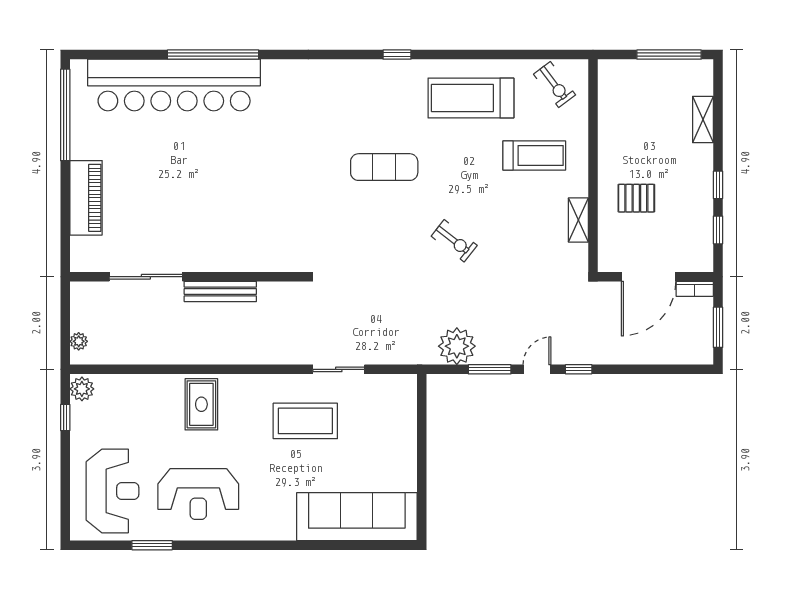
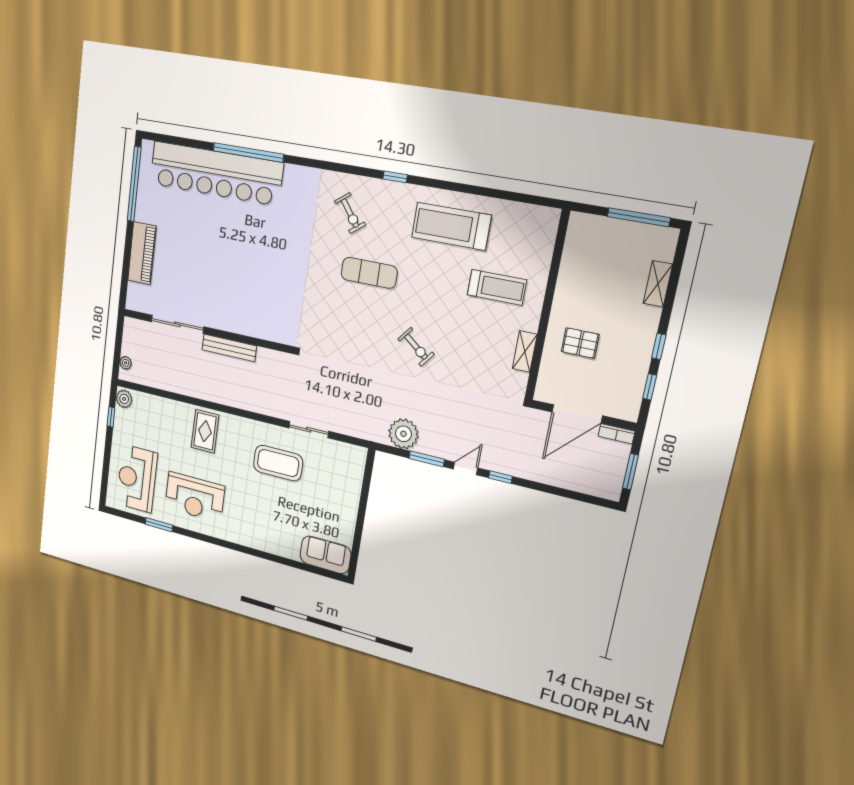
exercise bike: (555, 85) -> (350, 213), moved
reception desk: (112, 491) -> (137, 479), turned 180
sofa: (357, 517) -> (325, 555), width x0.54, depth x0.79

